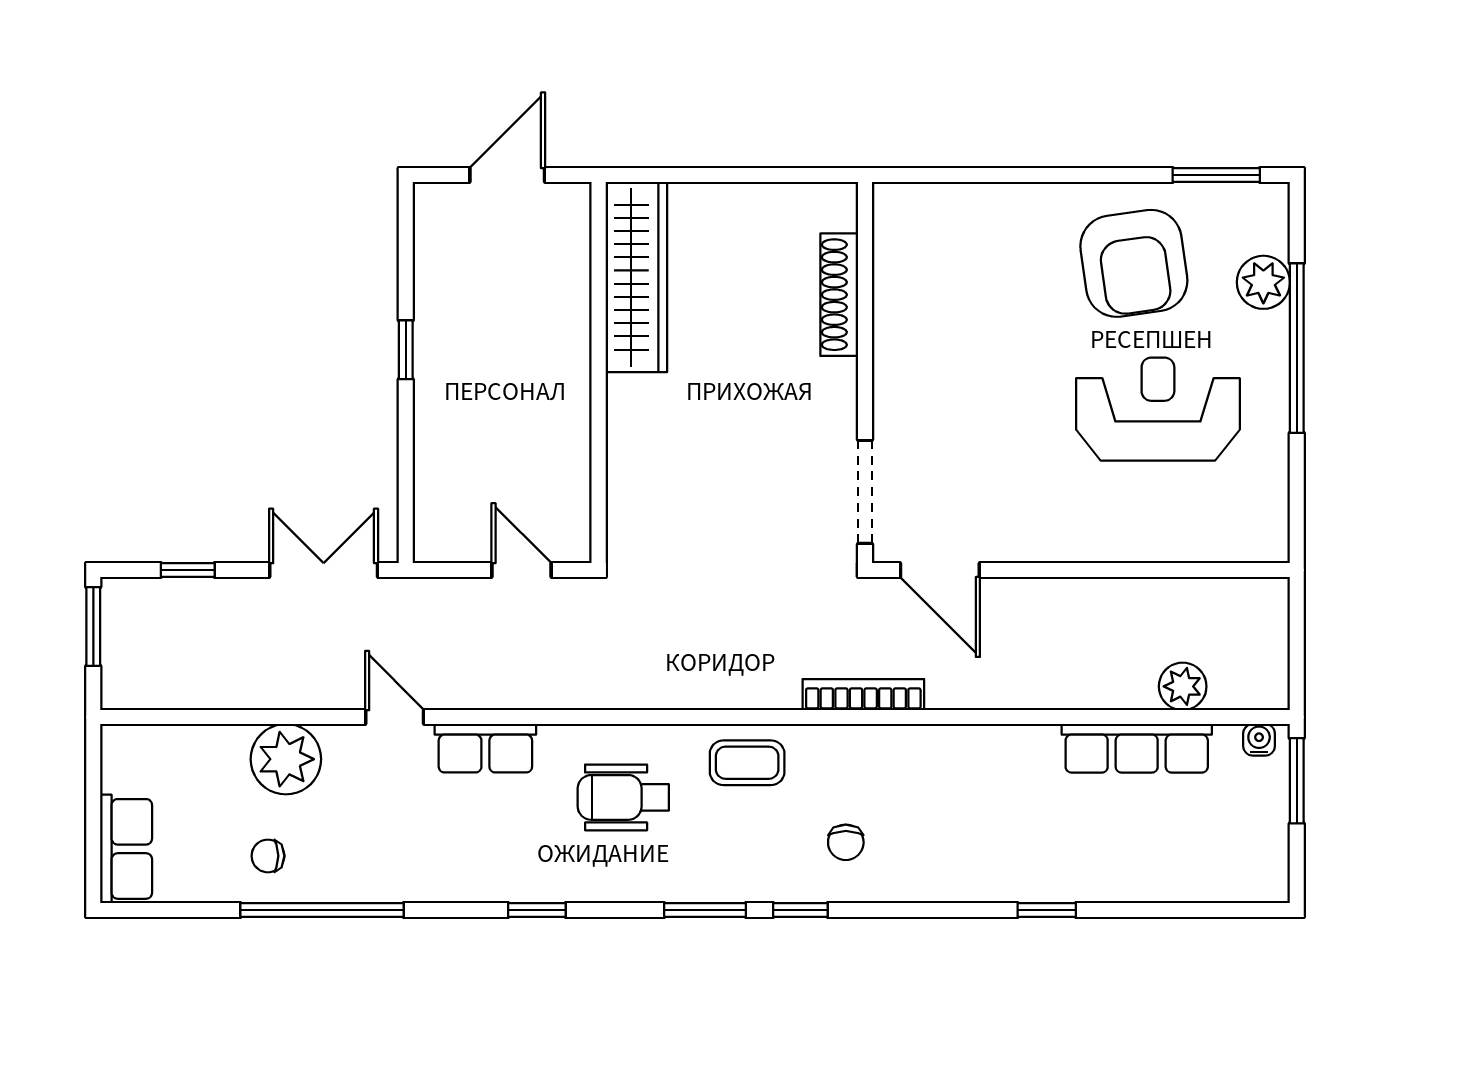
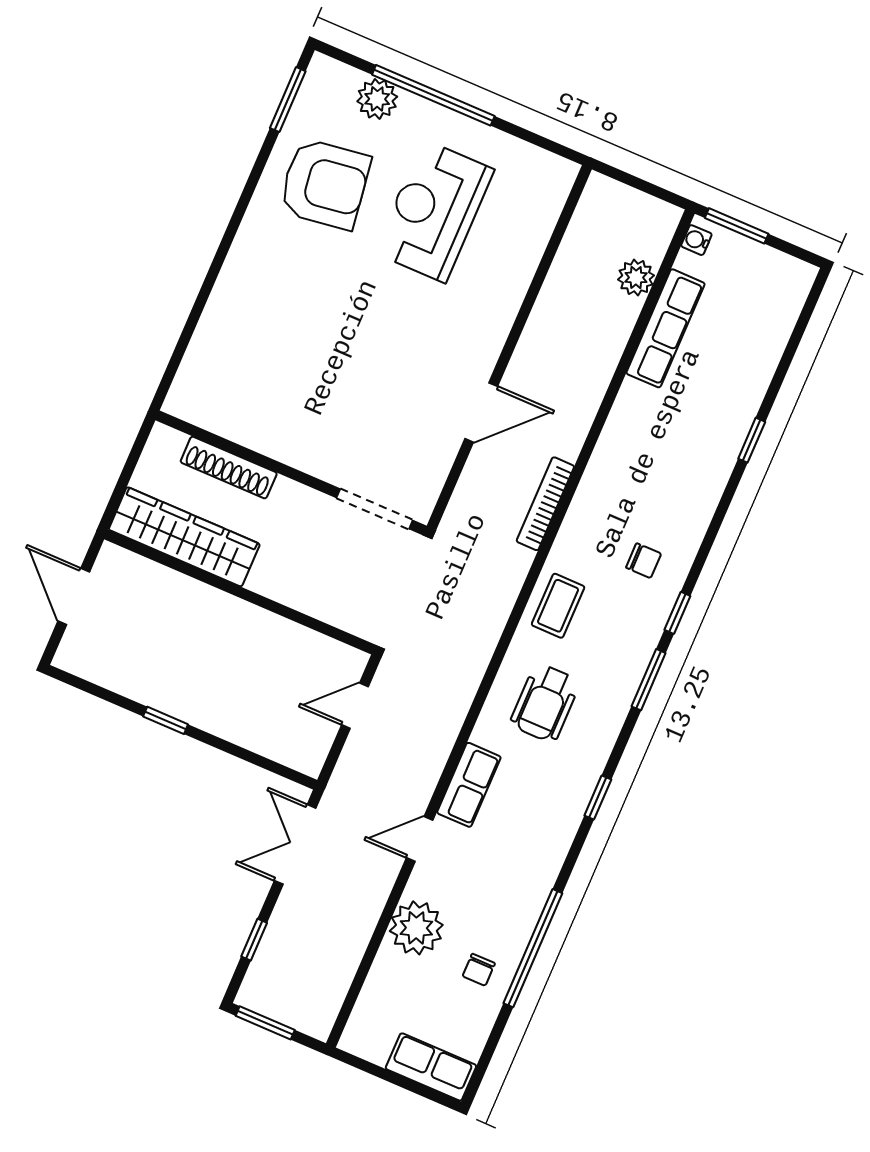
shoe rack: (839, 295) -> (229, 468), moved
wall: (865, 373) -> (291, 473), moved
doorway: (865, 492) -> (375, 509), moved

